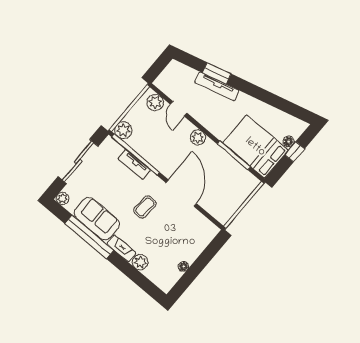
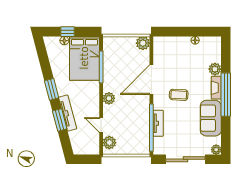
window: (252, 90) -> (52, 89), added
door: (179, 109) -> (101, 125), swing flipped
plant: (123, 130) -> (143, 43), moved
window: (89, 237) -> (226, 95), moved

